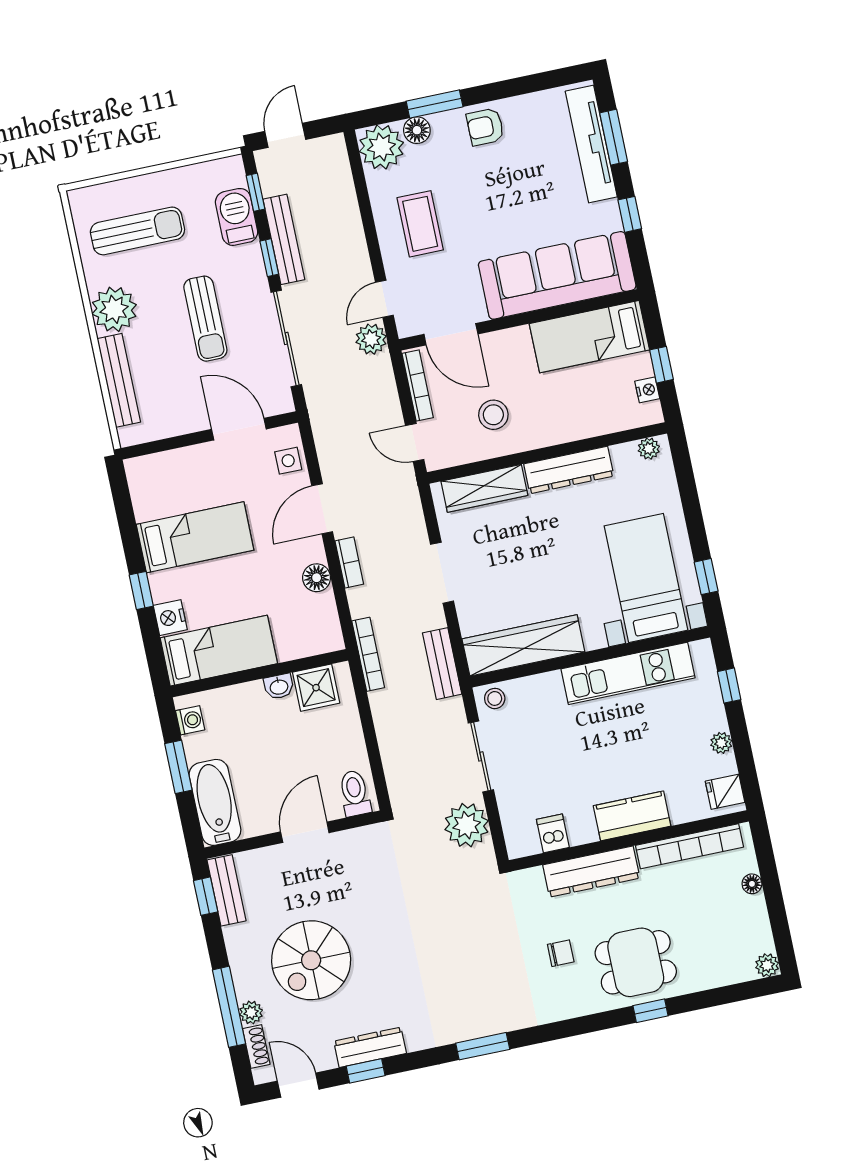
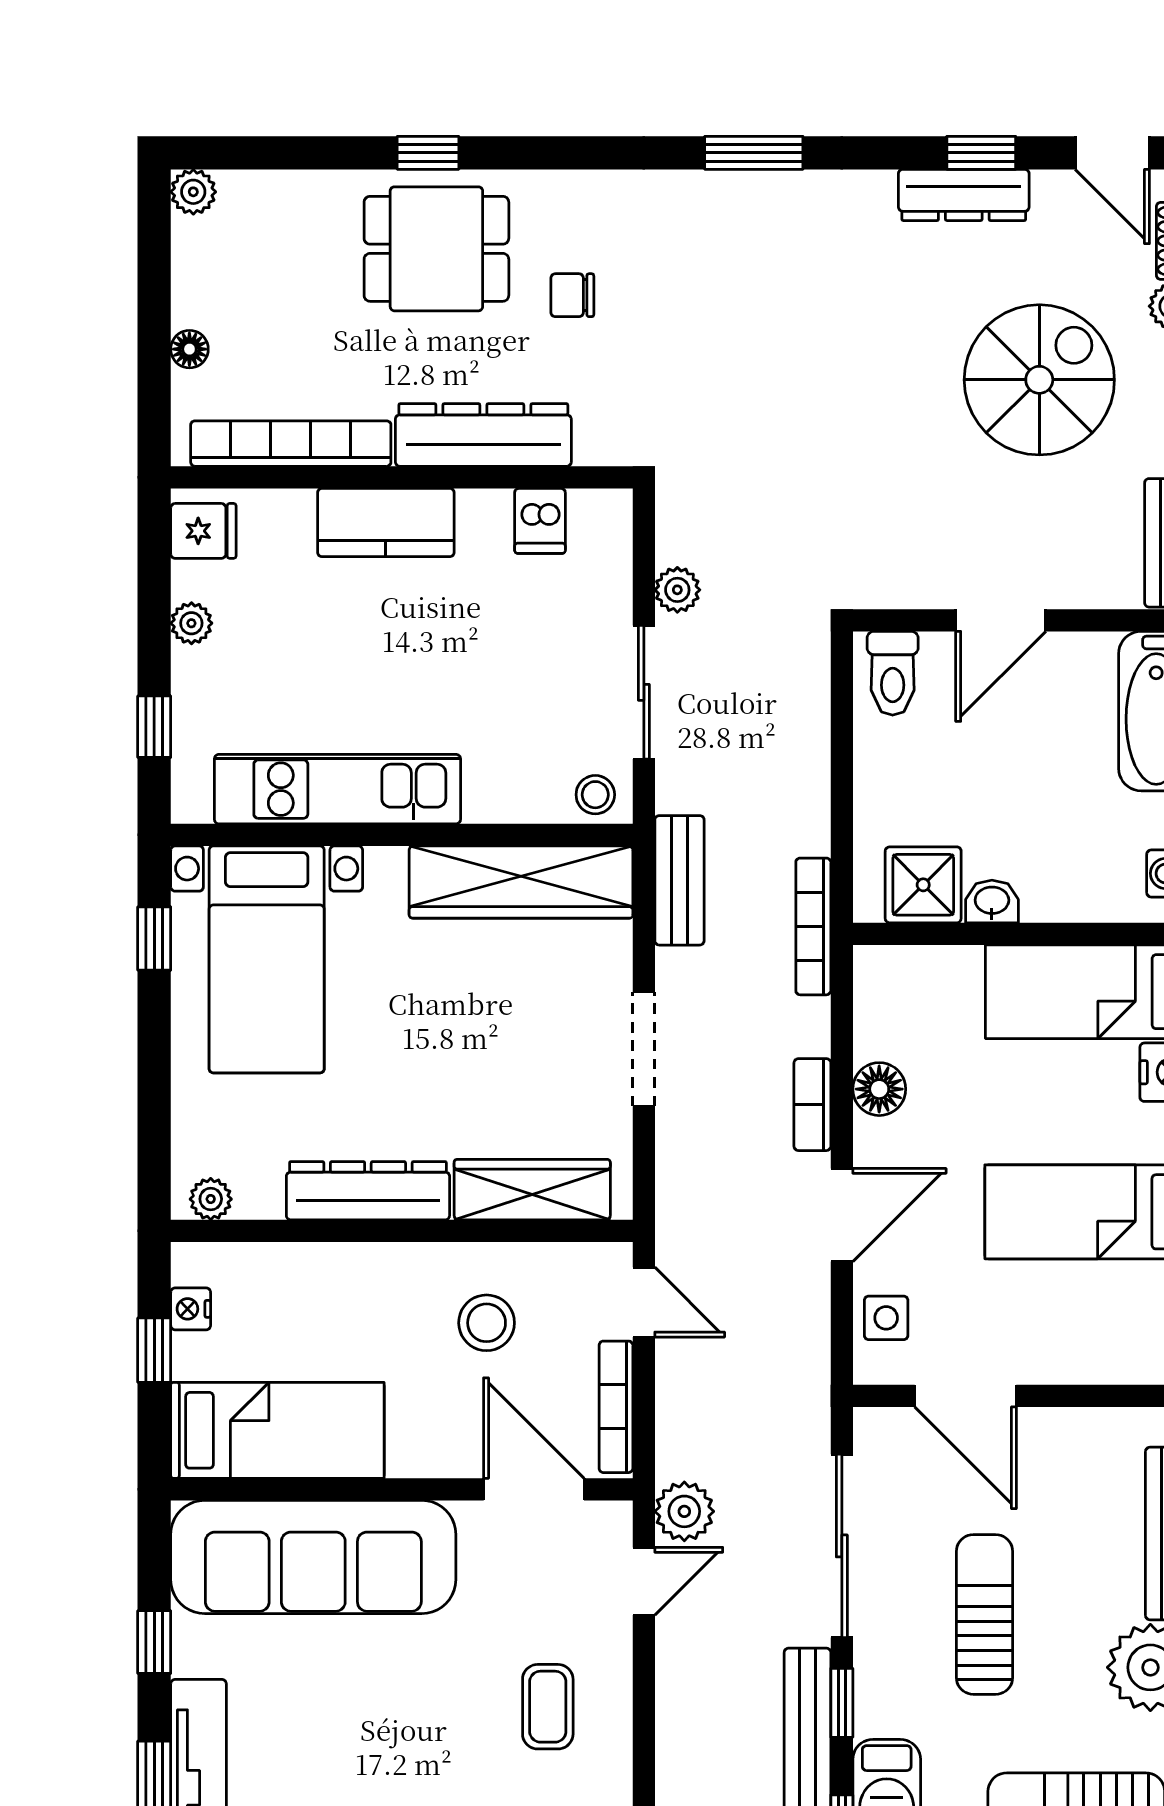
coffee table: (420, 224) -> (548, 1707), width x0.73, depth x0.77
plant: (467, 825) -> (677, 590), width x0.53, depth x0.53

